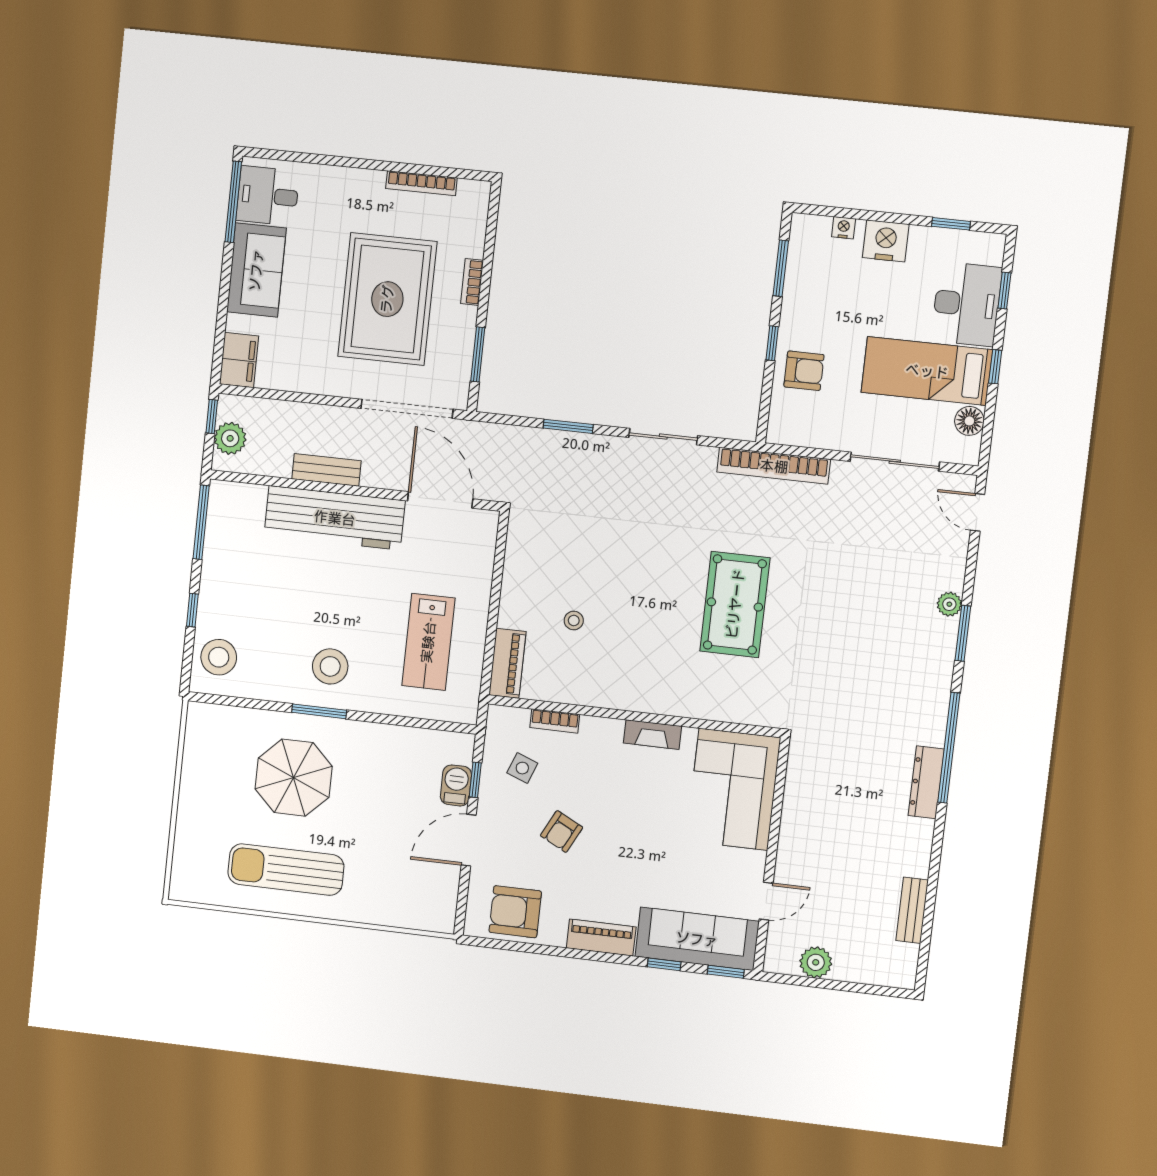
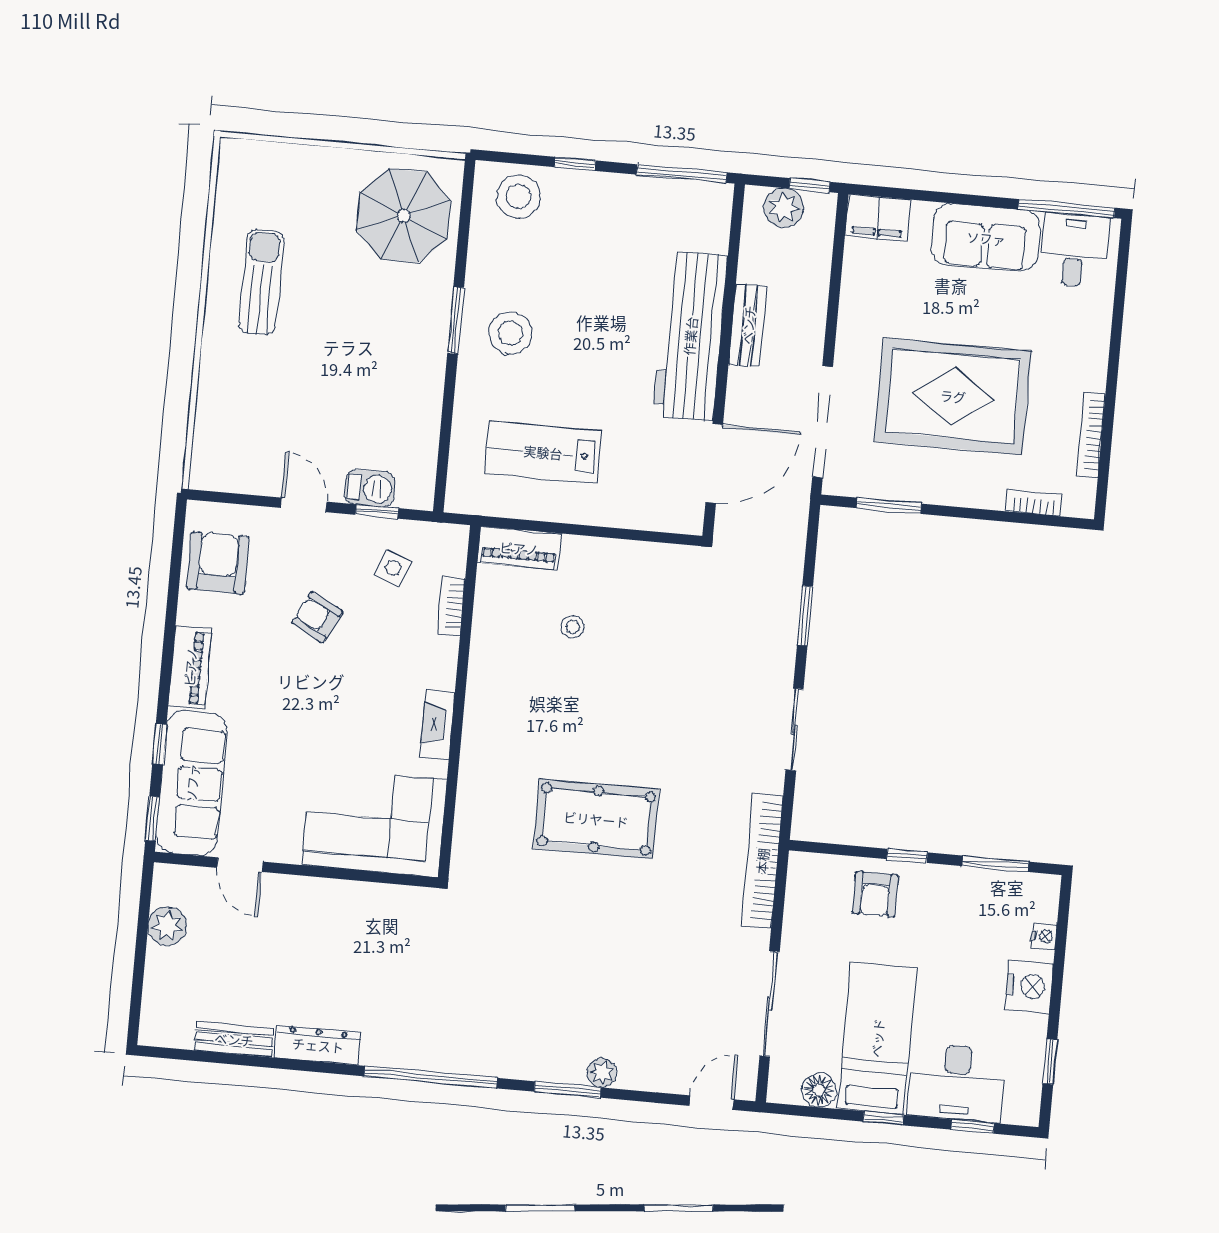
bookcase: (472, 282) -> (1034, 503), moved
parasol: (294, 778) -> (404, 216), moved
dresser: (926, 782) -> (318, 1045), moved
door: (469, 840) -> (304, 505), width x0.73
sun lounger: (286, 870) -> (261, 282), width x0.73, depth x0.75

